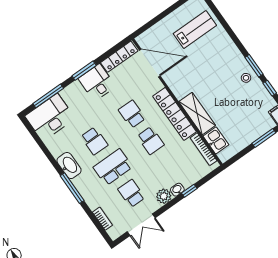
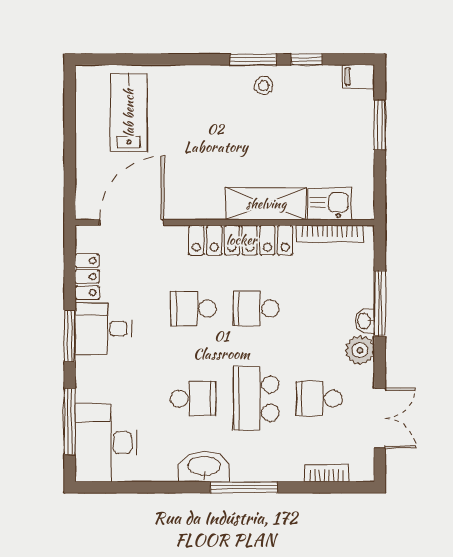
locker: (119, 57) -> (87, 277), width x0.66
school desk: (151, 141) -> (256, 308), turned 180
window: (189, 191) -> (380, 303), width x2.17

